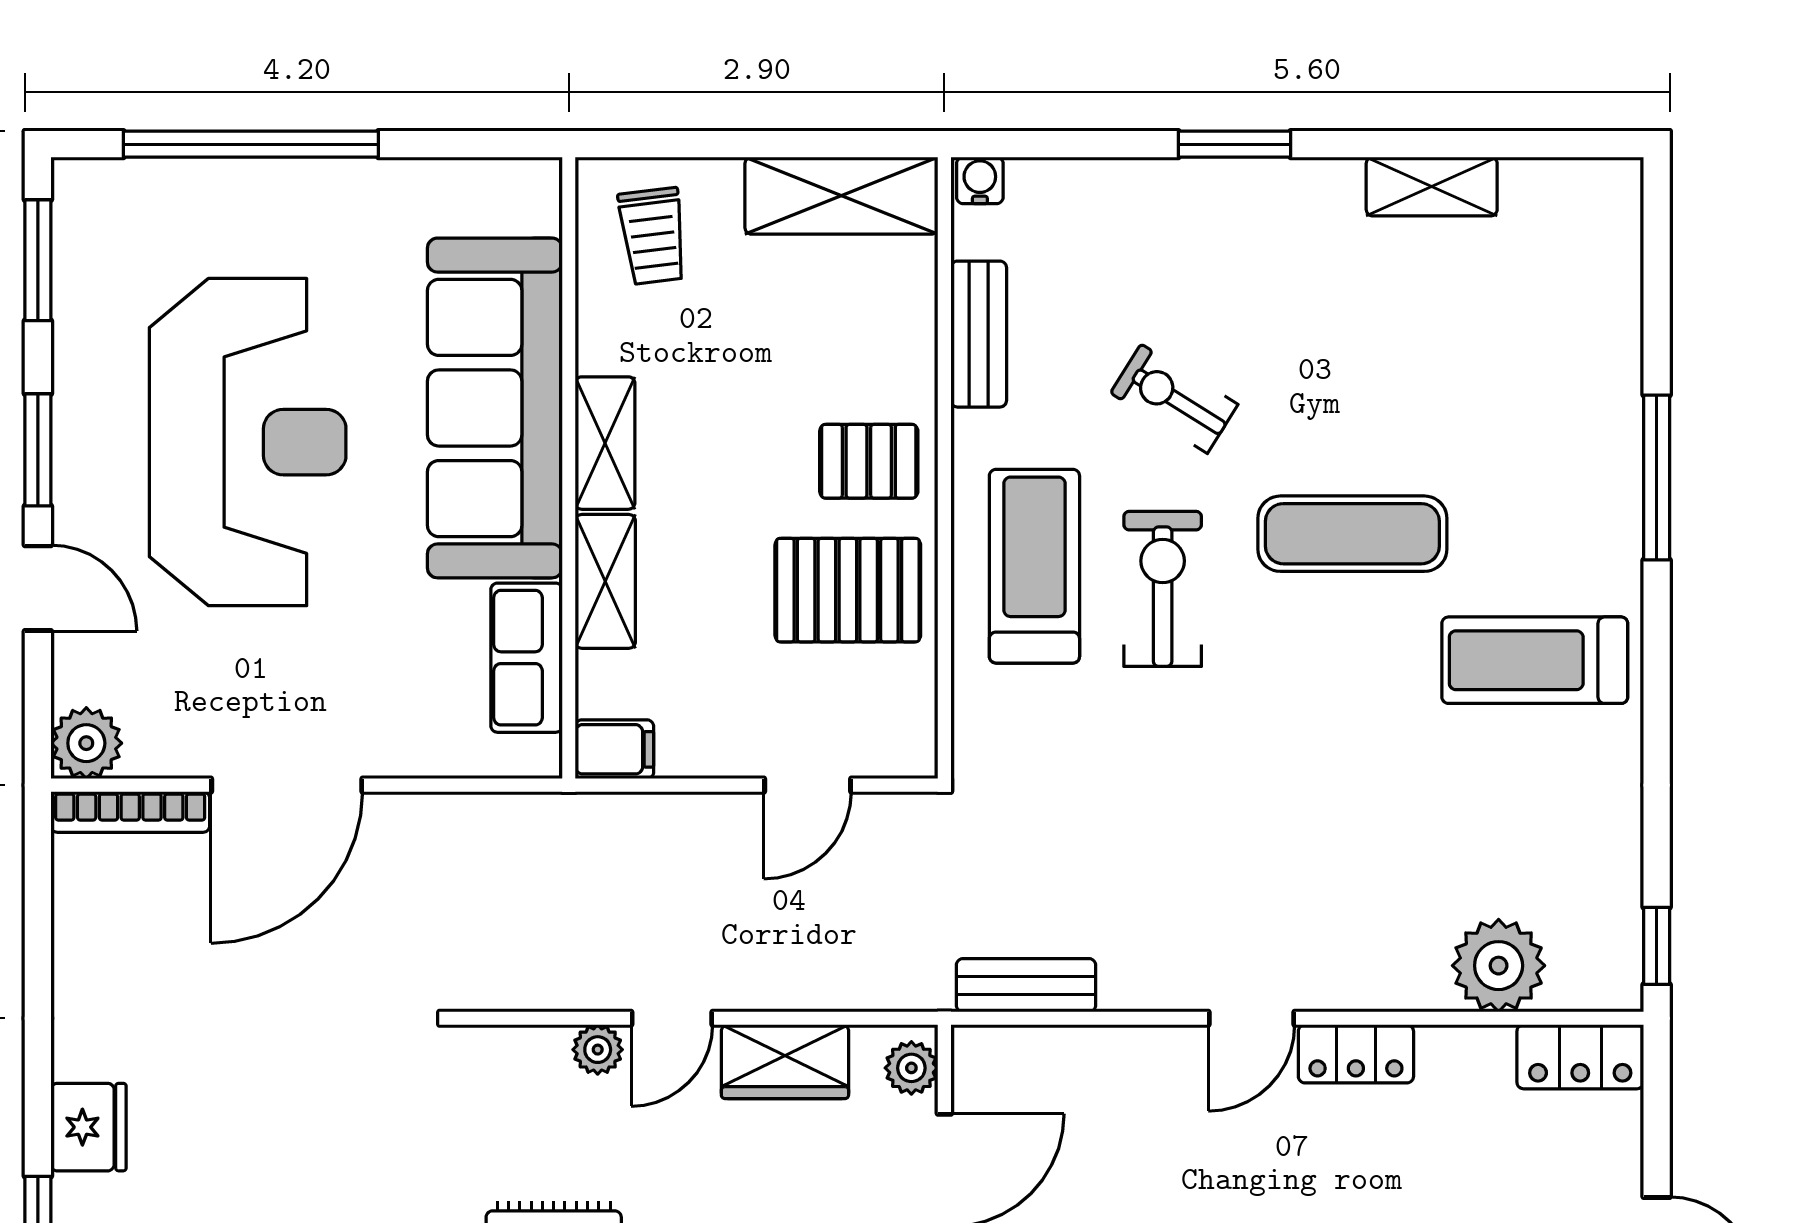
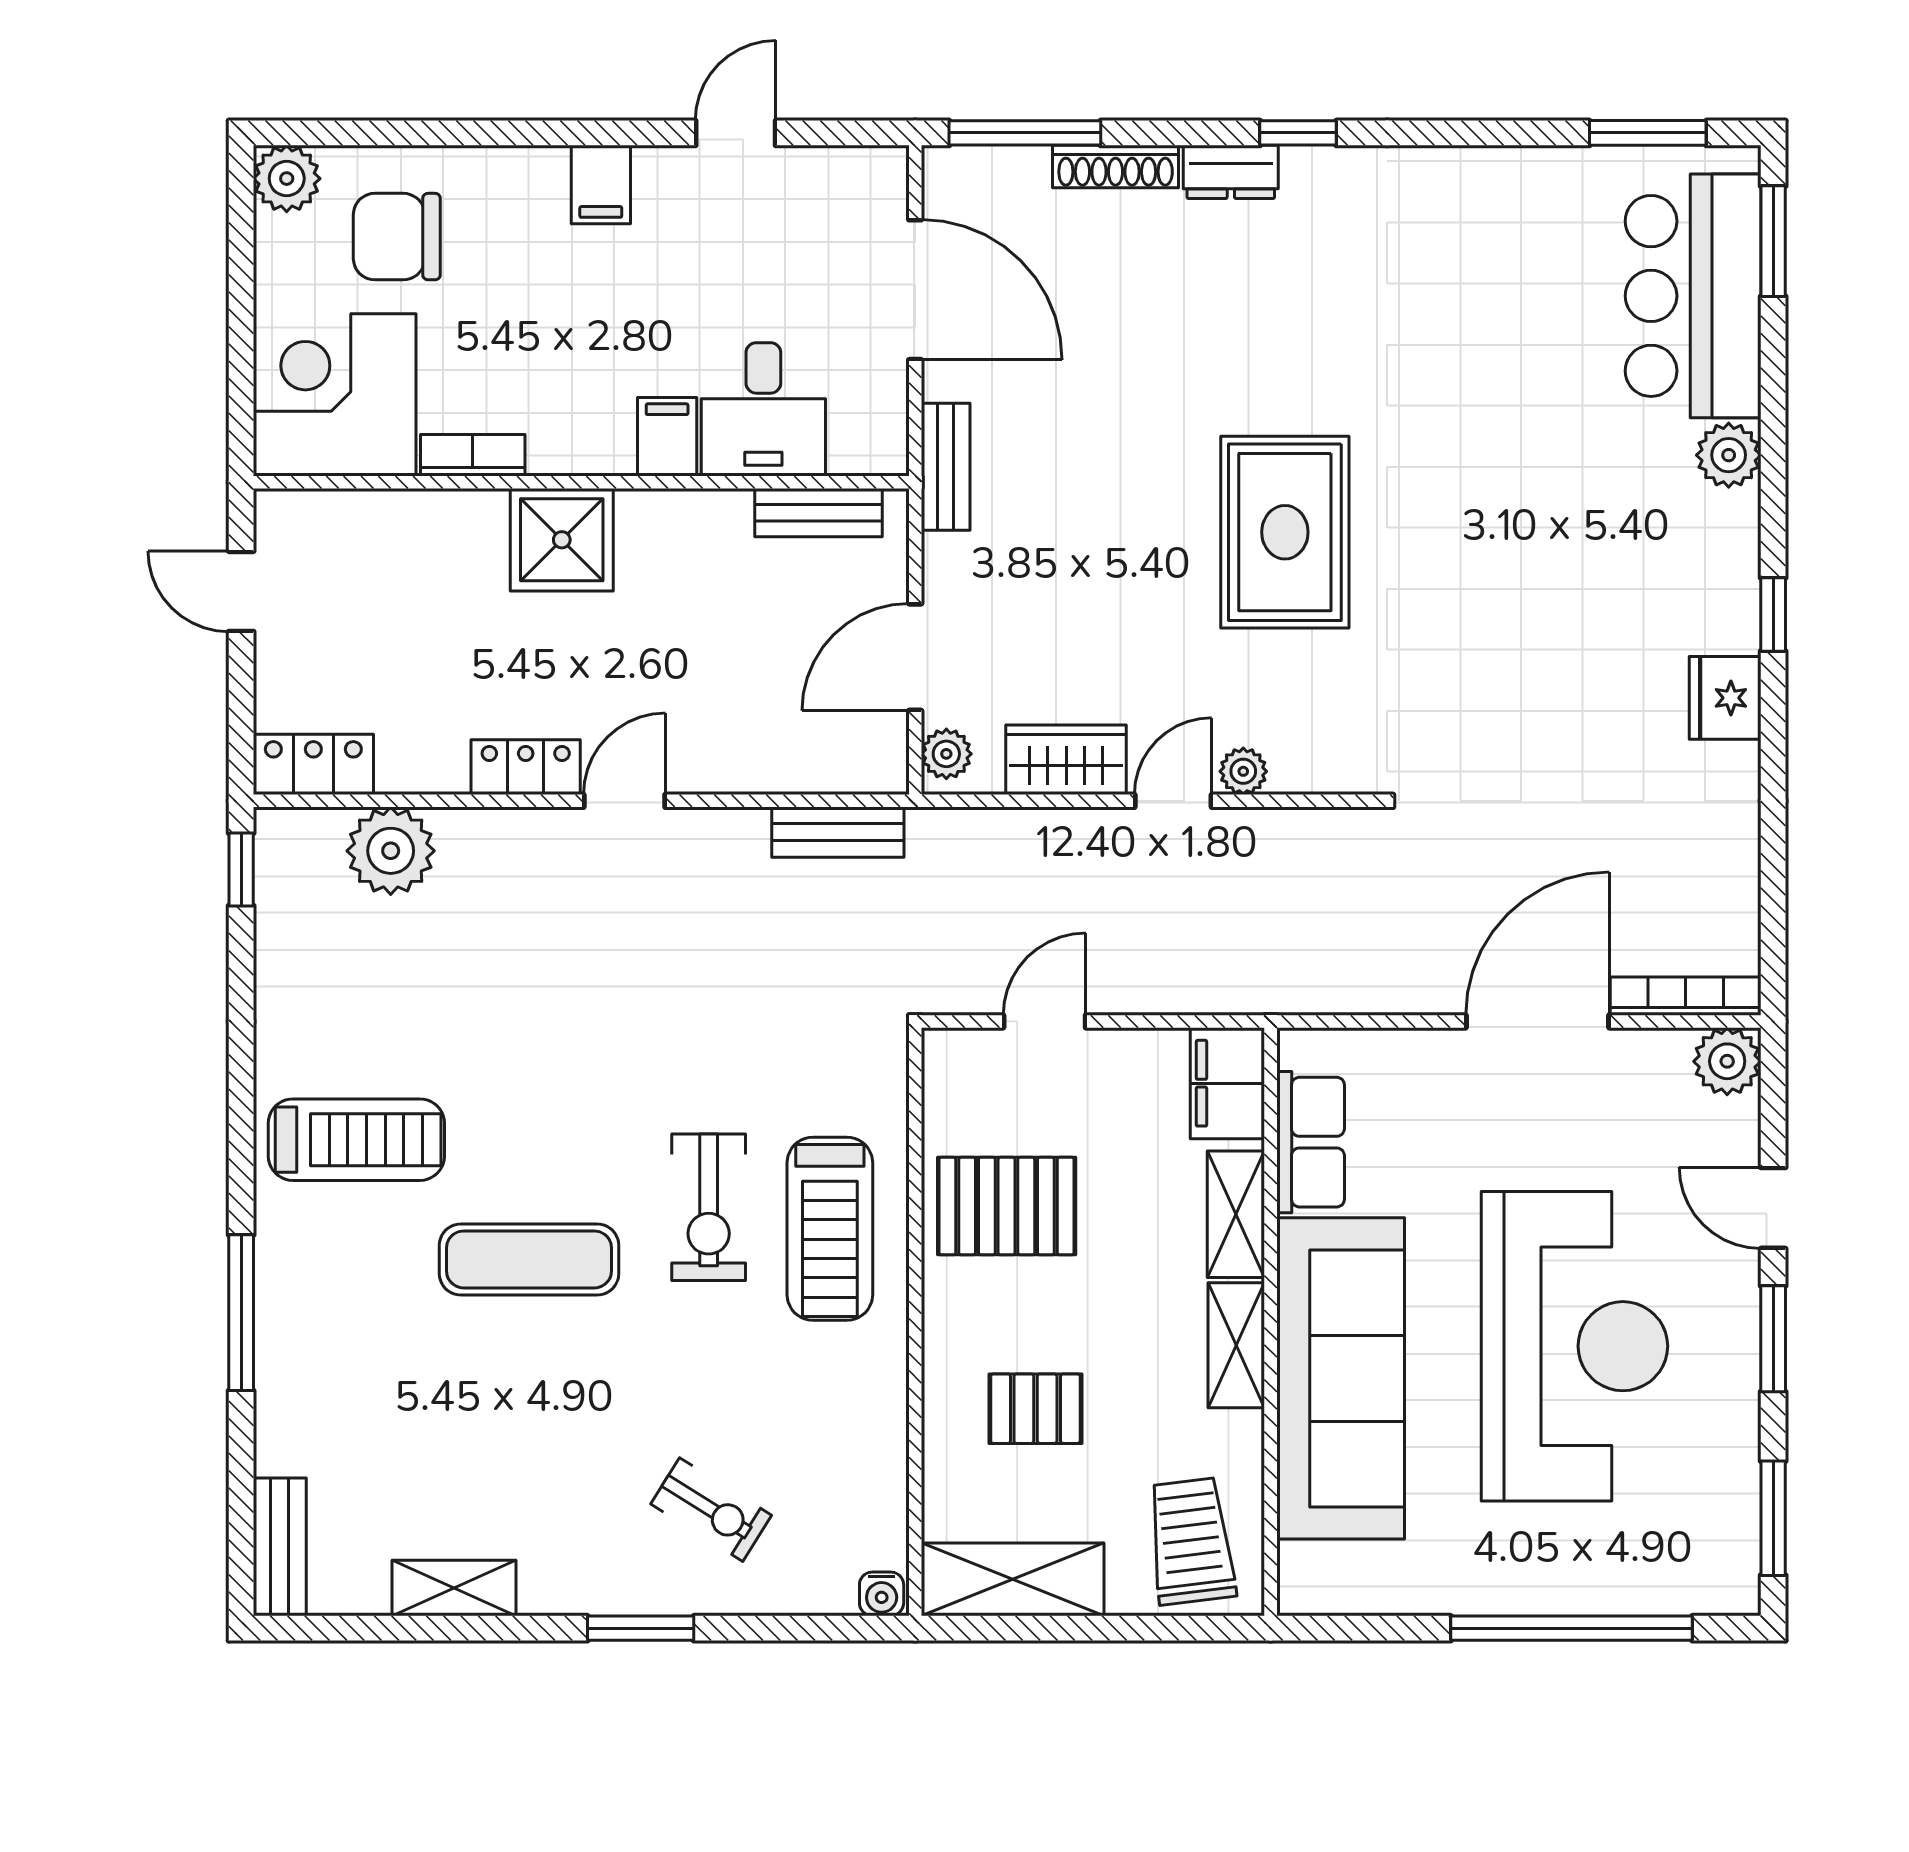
trolley: (653, 236) -> (1191, 1541), width x1.36, depth x1.39
bench: (979, 334) -> (280, 1547), moved
exercise bike: (1174, 399) -> (711, 1510), moved
reception desk: (248, 442) -> (1574, 1346), turned 180
pallet: (869, 461) -> (1035, 1409), moved
filing cabinet: (614, 749) -> (1227, 1083), width x2.00

